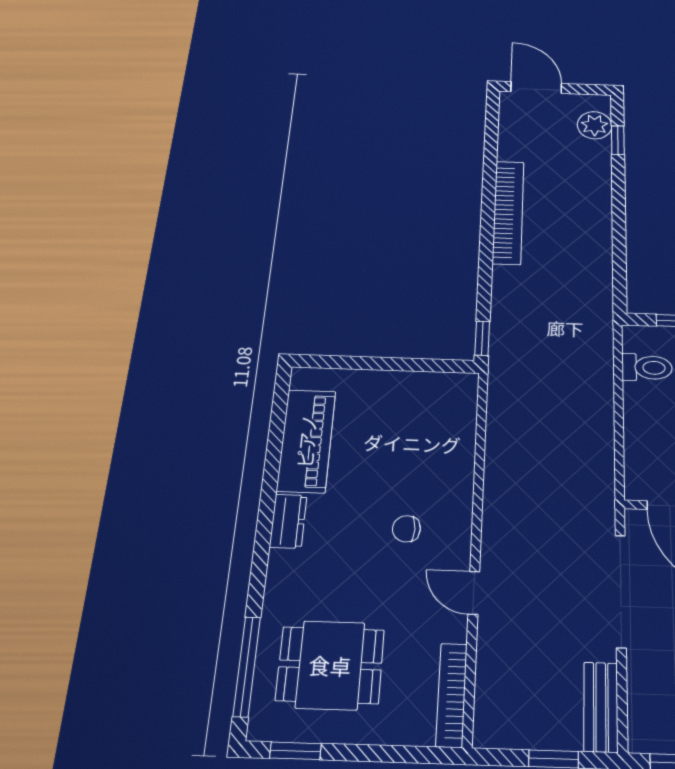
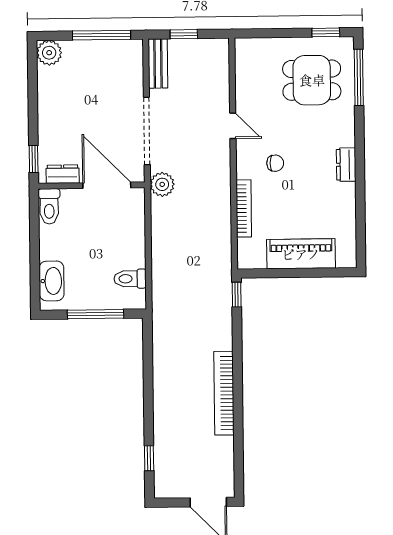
plant: (595, 125) -> (162, 184), moved
piano: (306, 441) -> (301, 254), moved, turned 90
bookcase: (452, 695) -> (244, 208), moved

